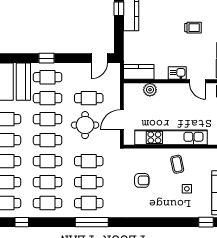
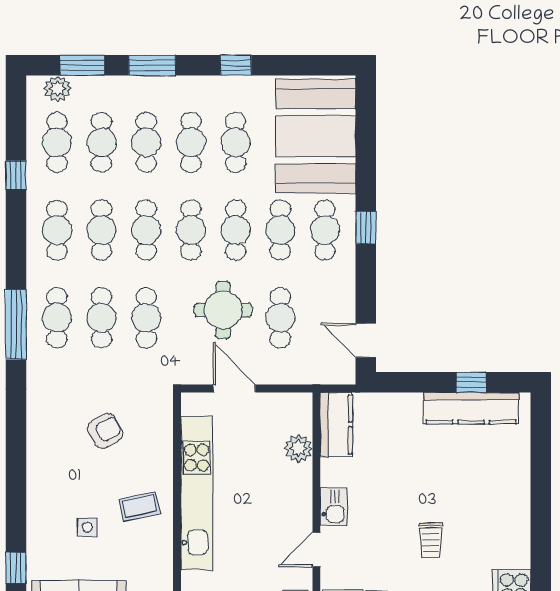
armchair: (142, 180) -> (105, 431), turned -119

